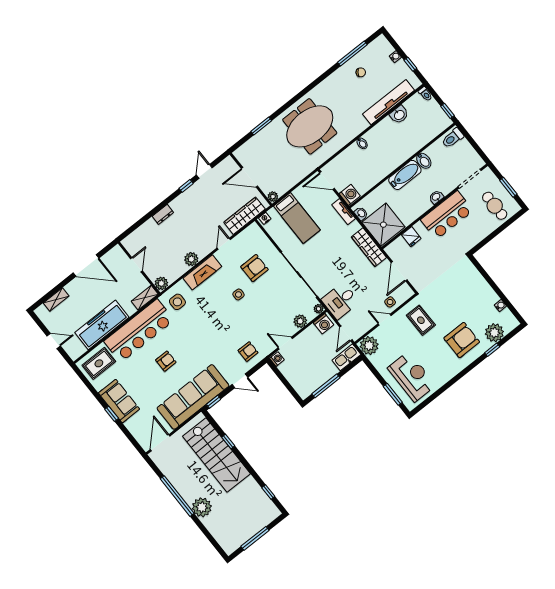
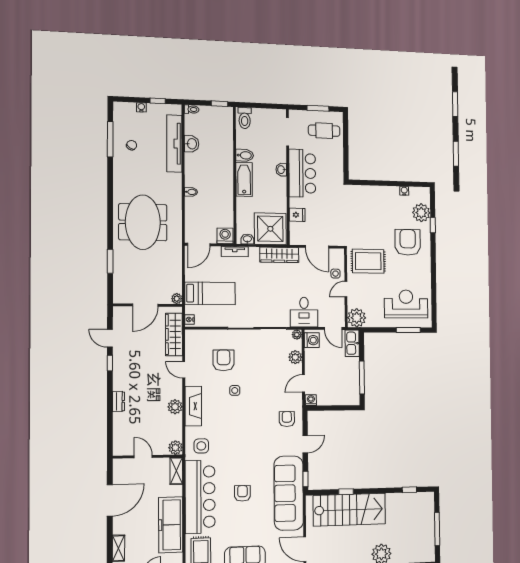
rug: (421, 320) -> (368, 261), width x1.36, depth x1.43

